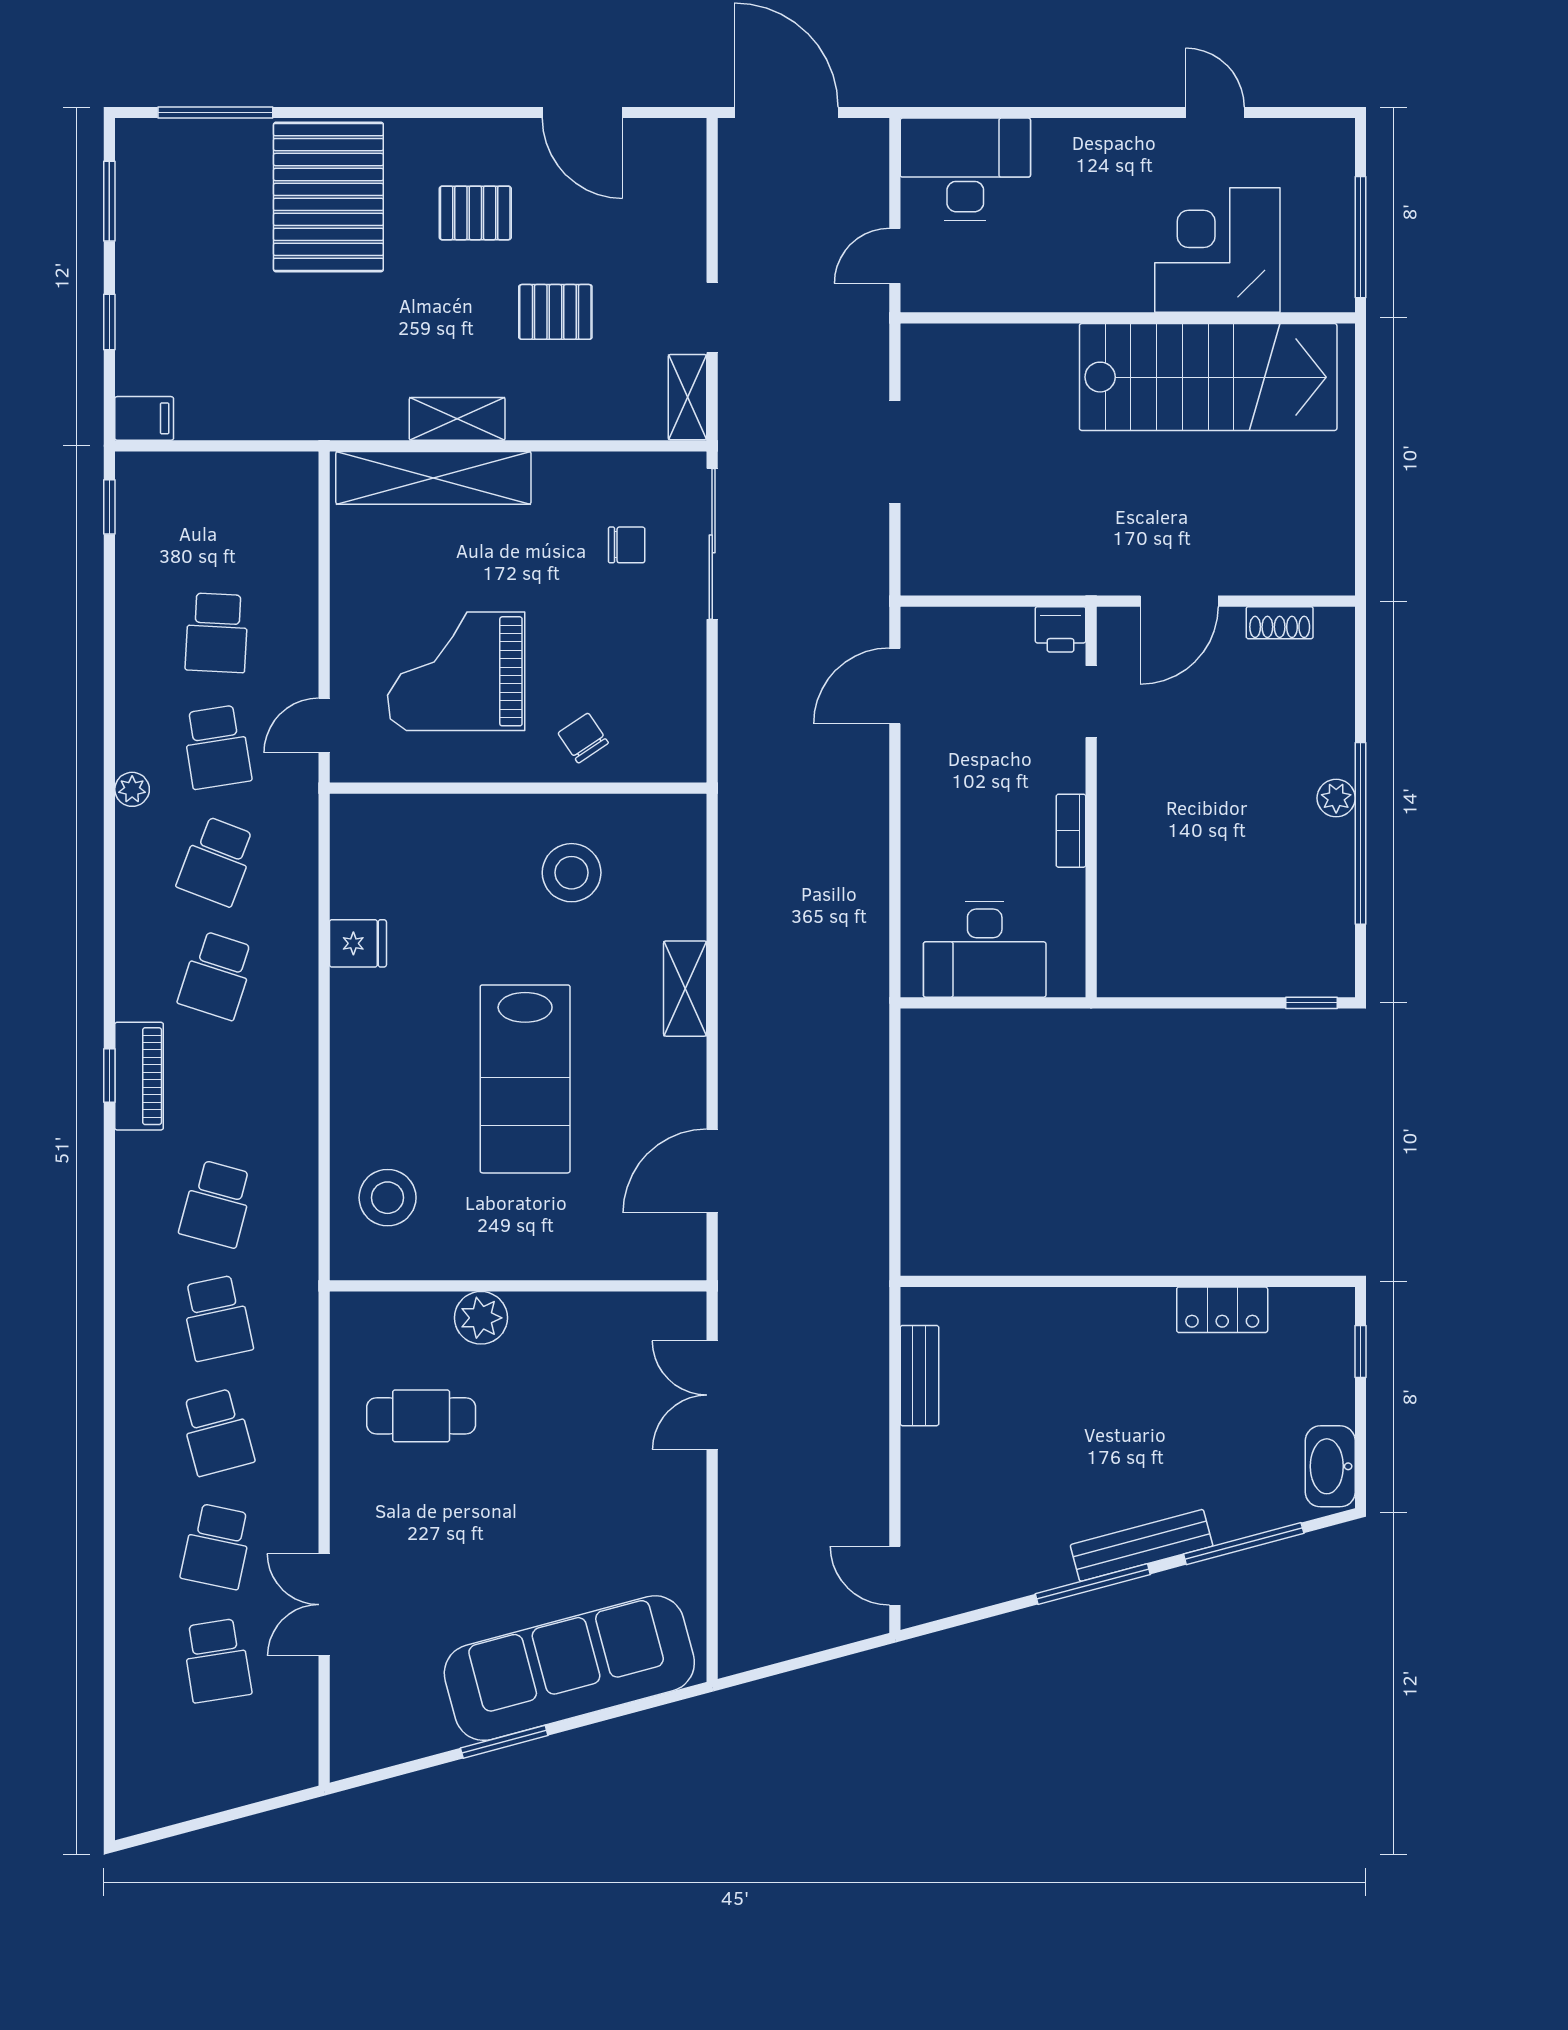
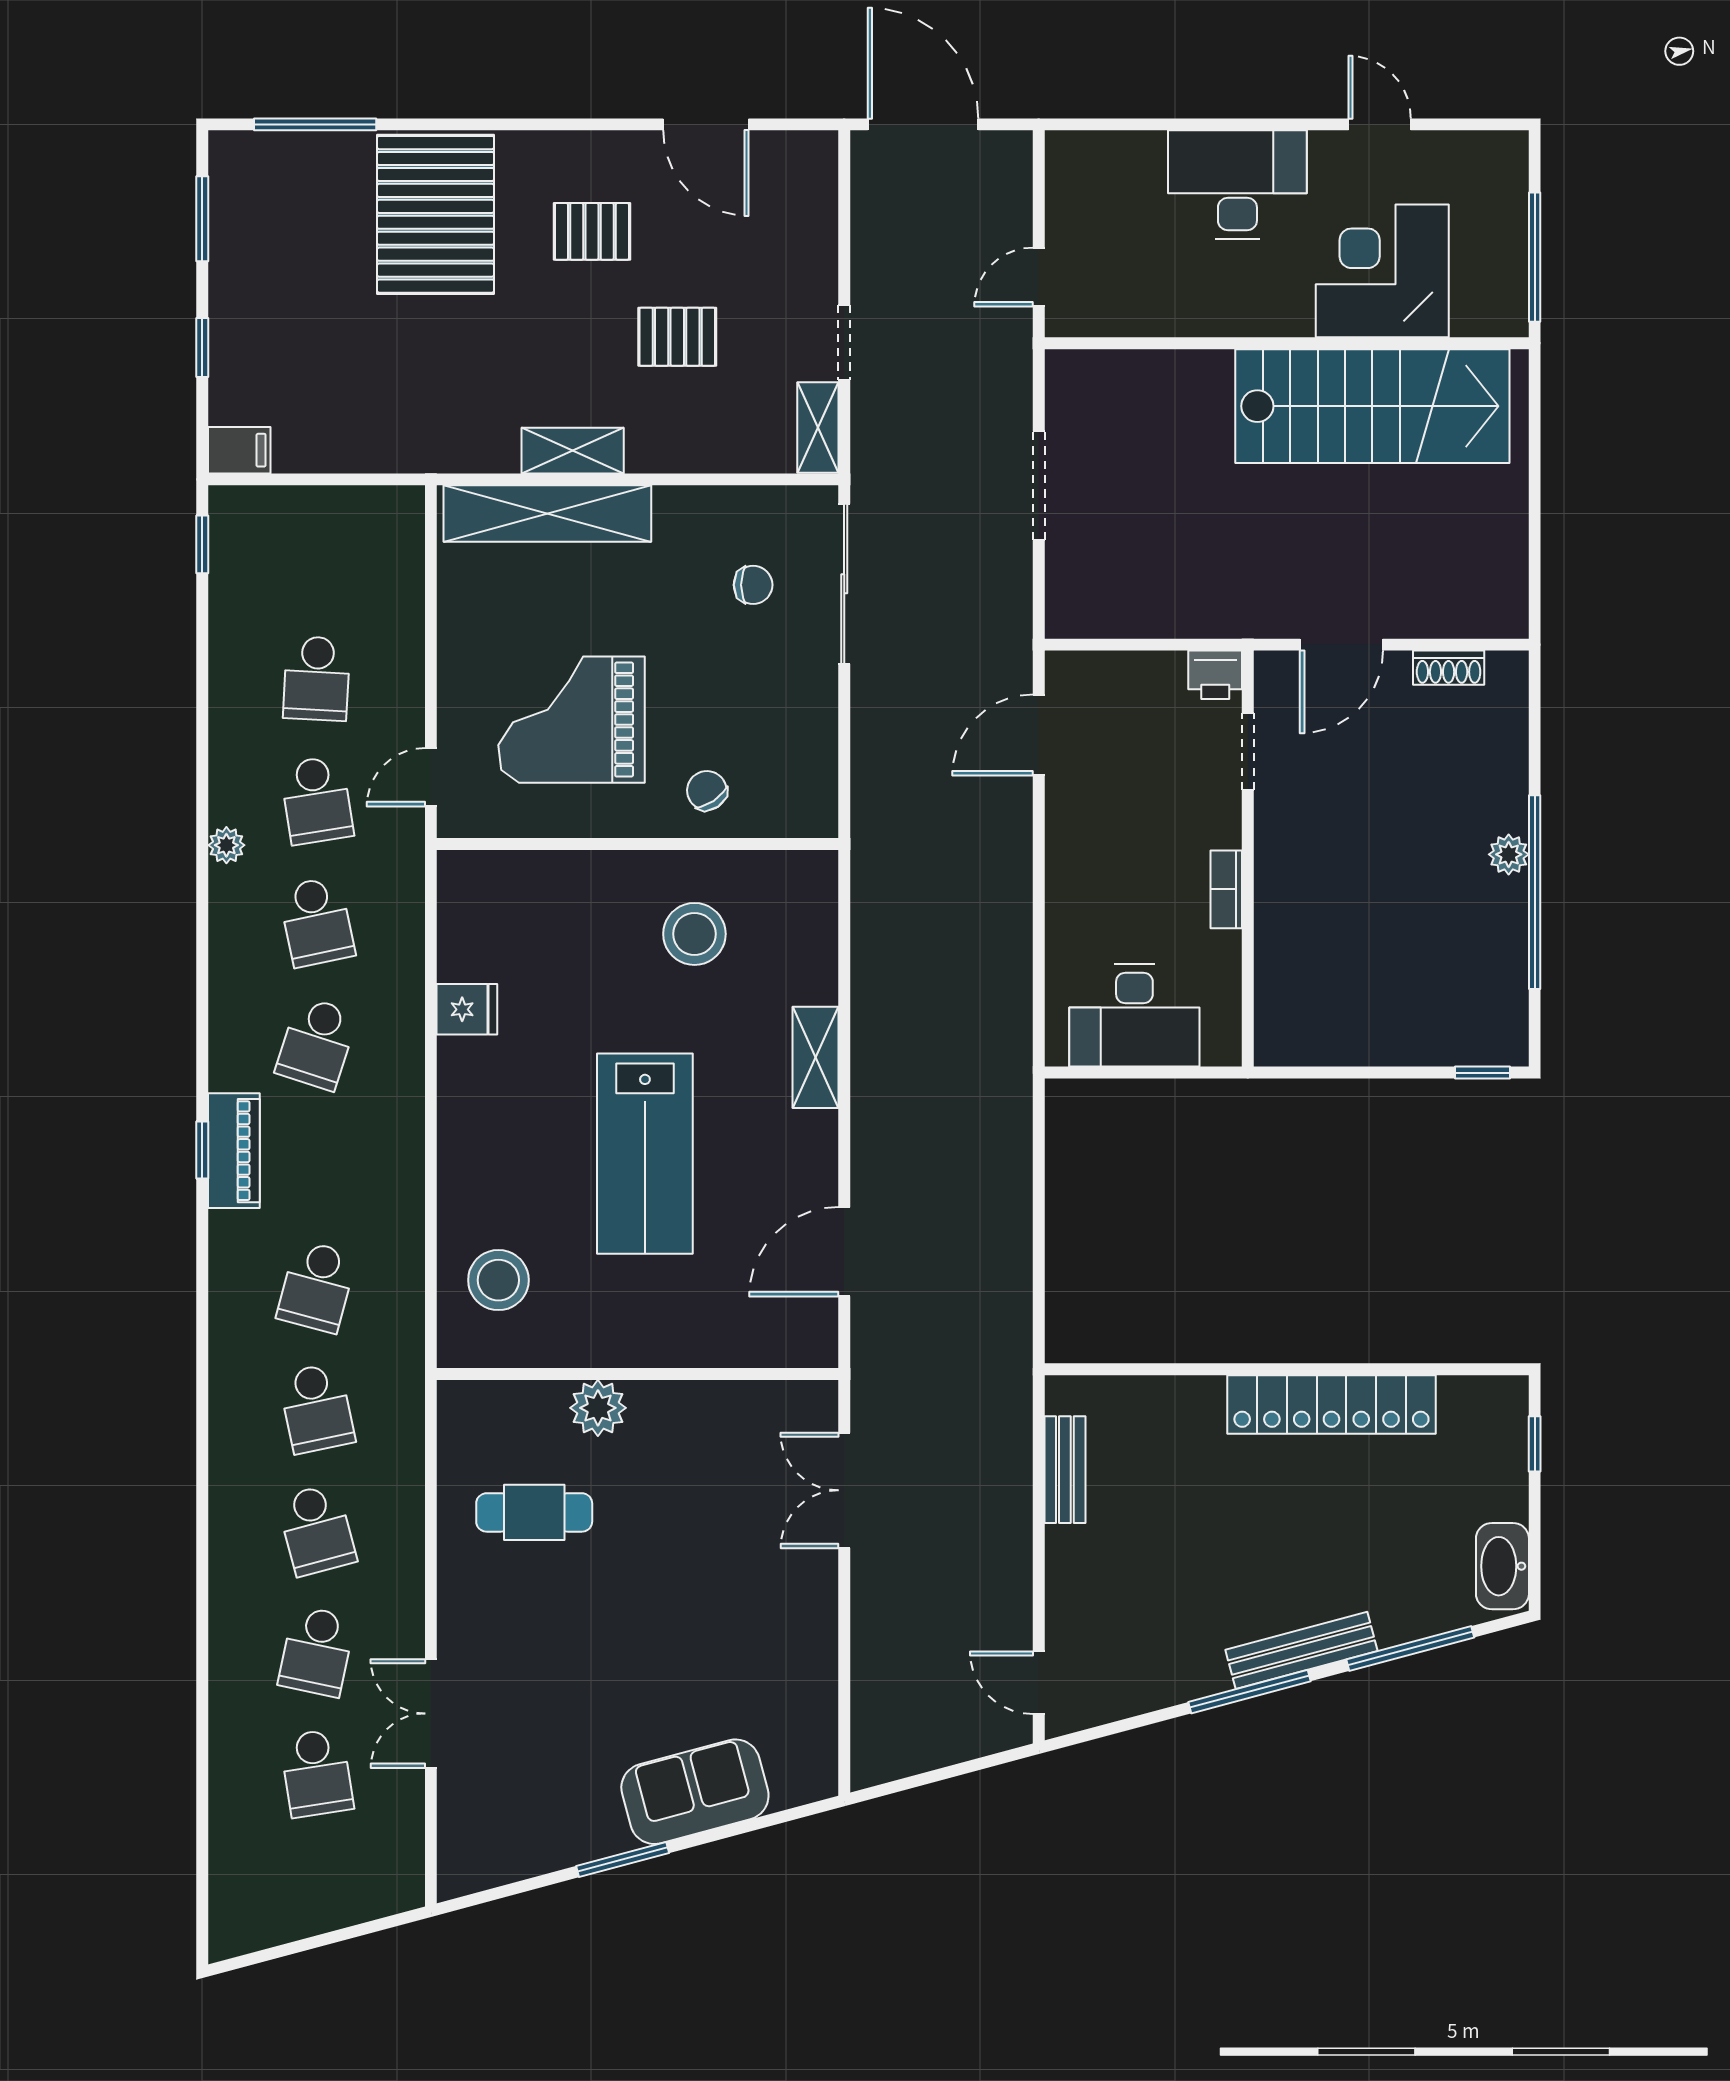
desk: (965, 169) -> (1237, 185), moved
school desk: (217, 861) -> (317, 922), turned -33
locker: (1222, 1310) -> (1331, 1404), width x2.16, depth x1.21
sofa: (569, 1668) -> (695, 1792), width x0.54, depth x0.79

